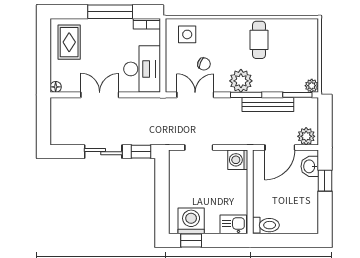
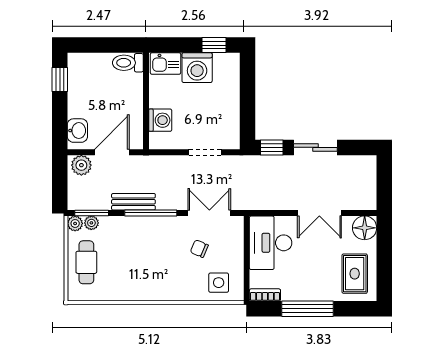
cafe table: (259, 40) -> (86, 262), moved
plant: (241, 81) -> (91, 223), moved, width x0.53, depth x0.53
floor lamp: (56, 87) -> (365, 228), width x1.89, depth x1.89
double door: (195, 95) -> (209, 213), swing flipped
window: (246, 95) -> (151, 213), width x1.44
bench: (268, 105) -> (133, 202), width x0.73
washing machine: (238, 160) -> (160, 120), moved
window: (325, 181) -> (60, 80), moved
washing machine: (191, 221) -> (197, 68), moved

